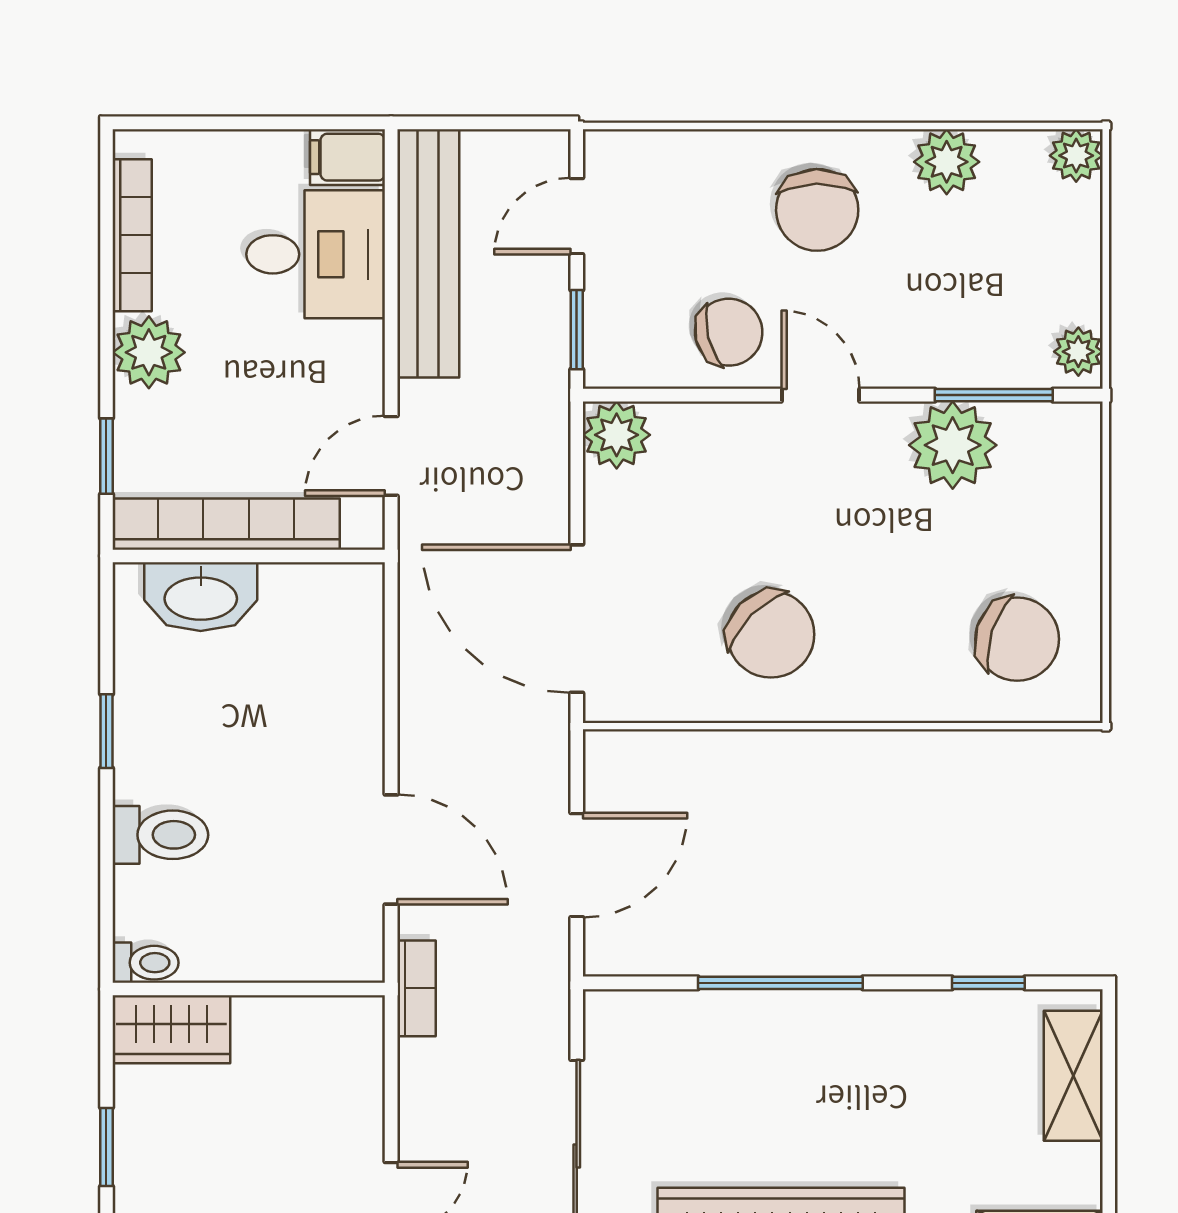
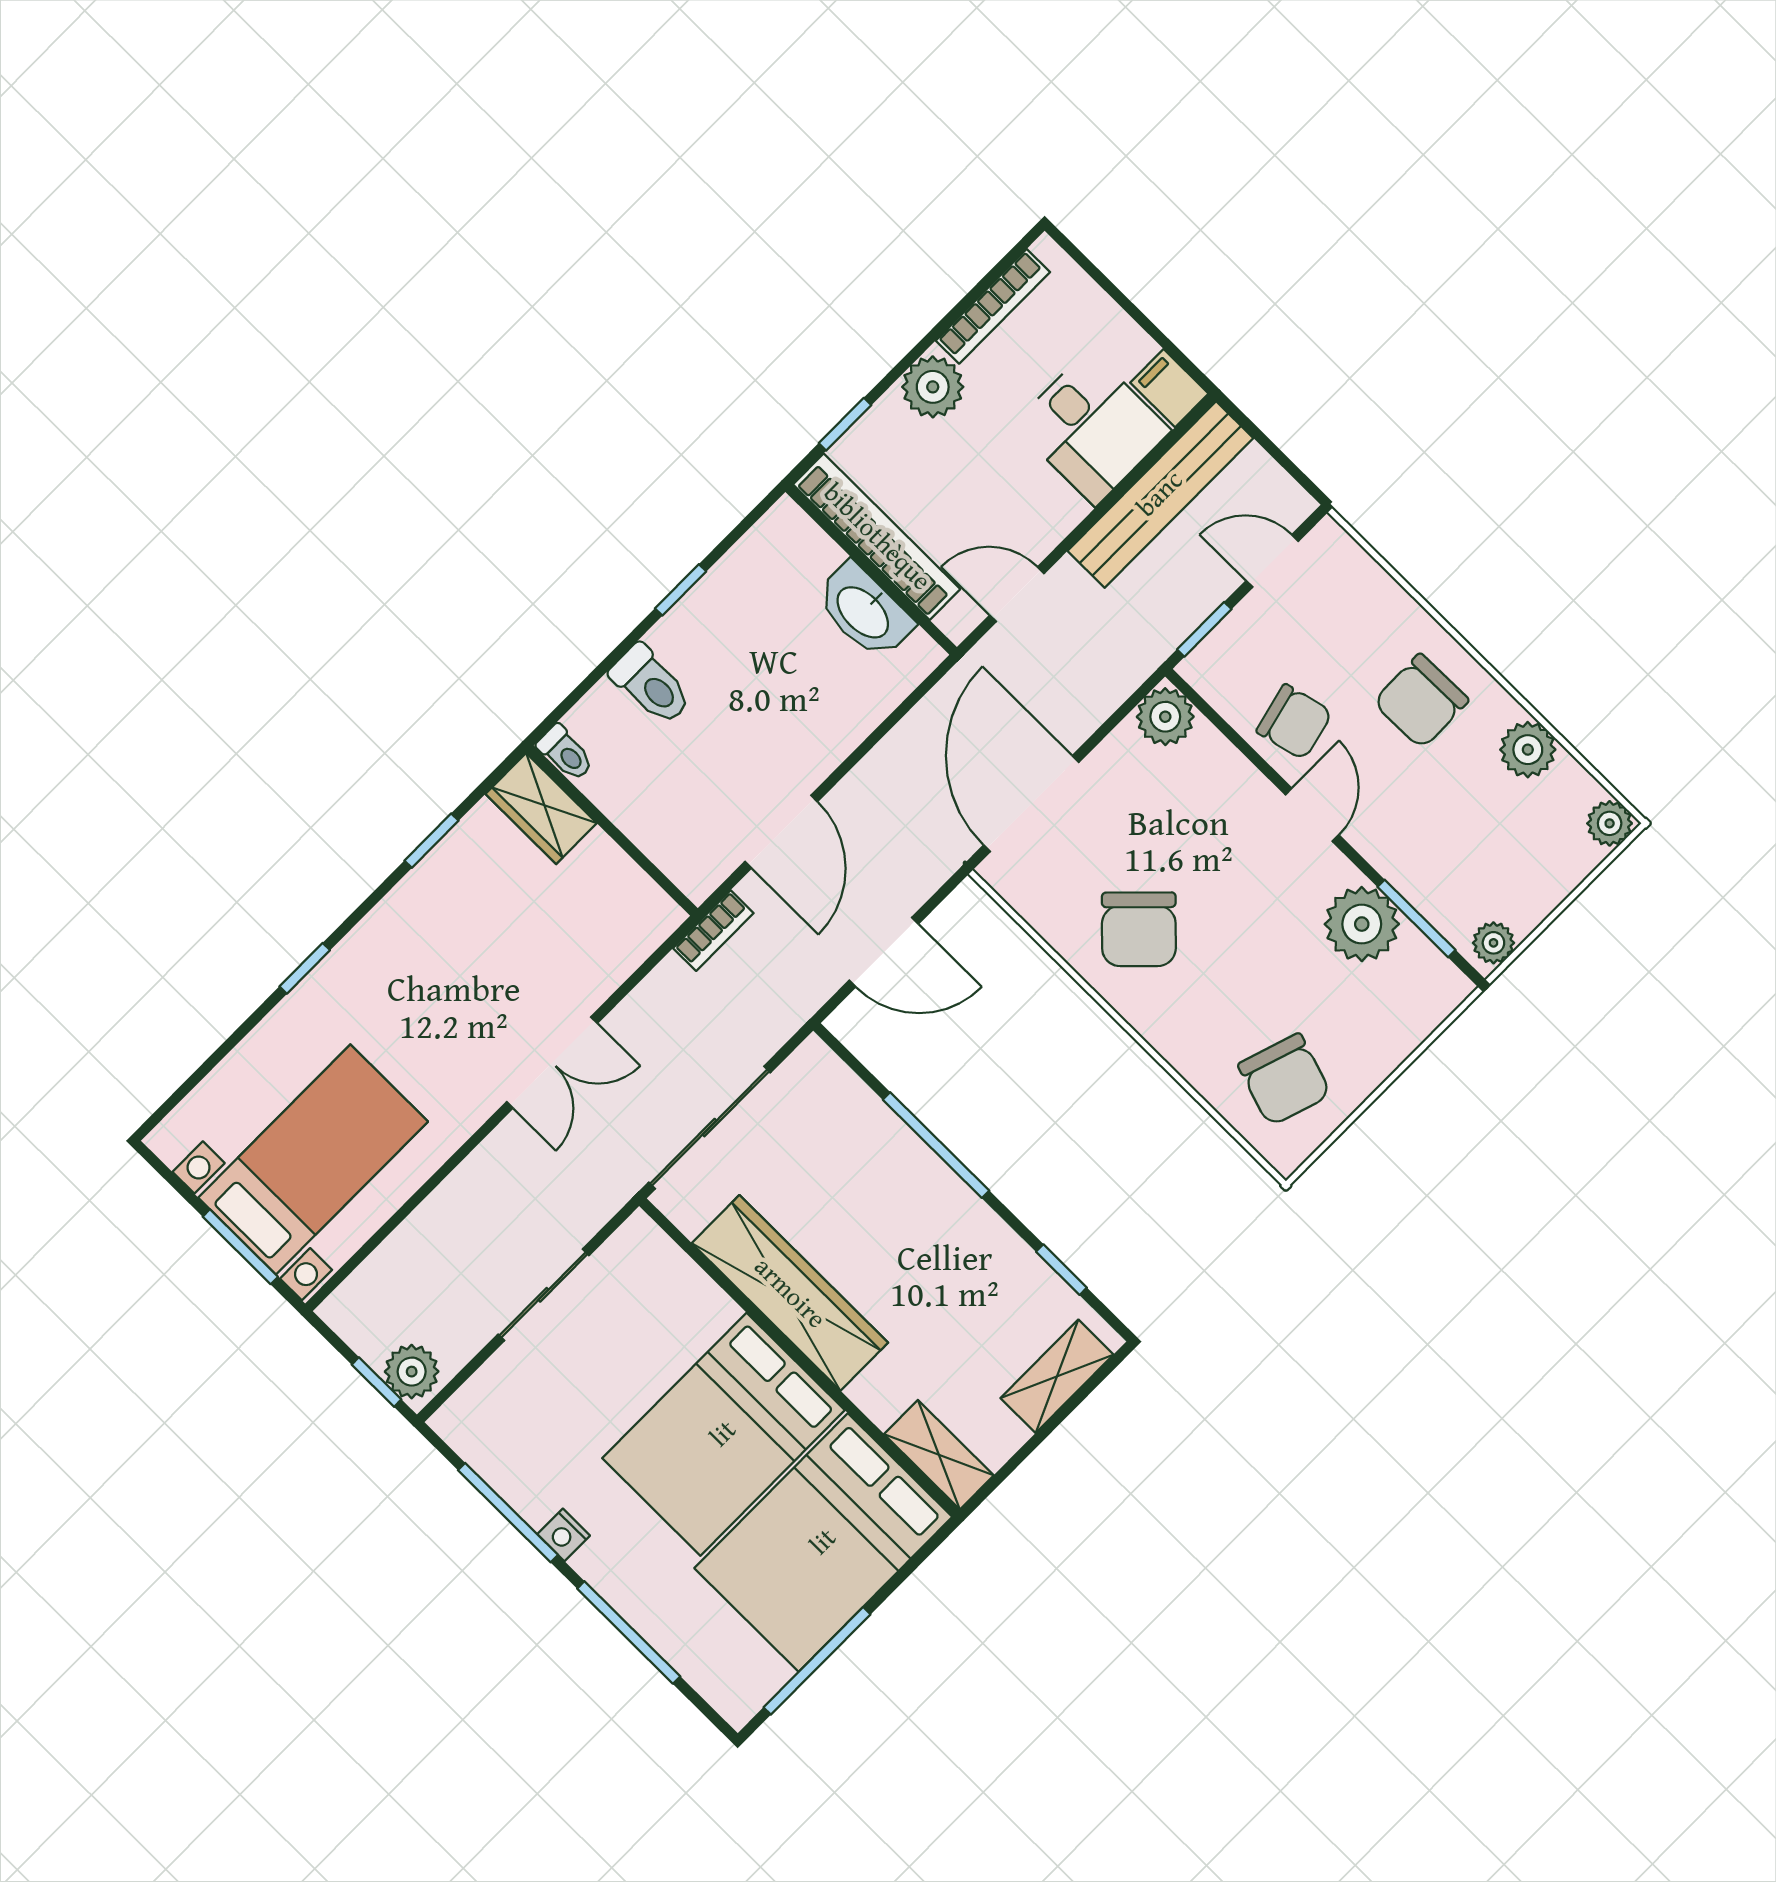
washbasin: (201, 597) -> (864, 611), moved

